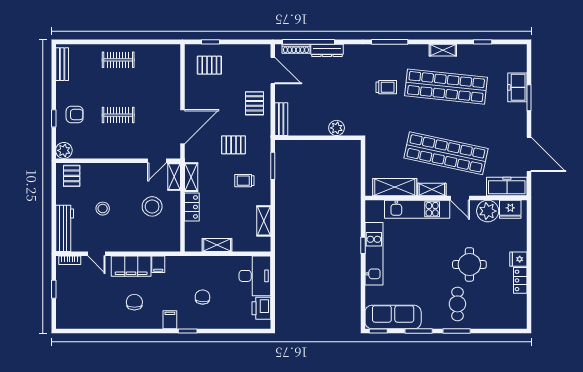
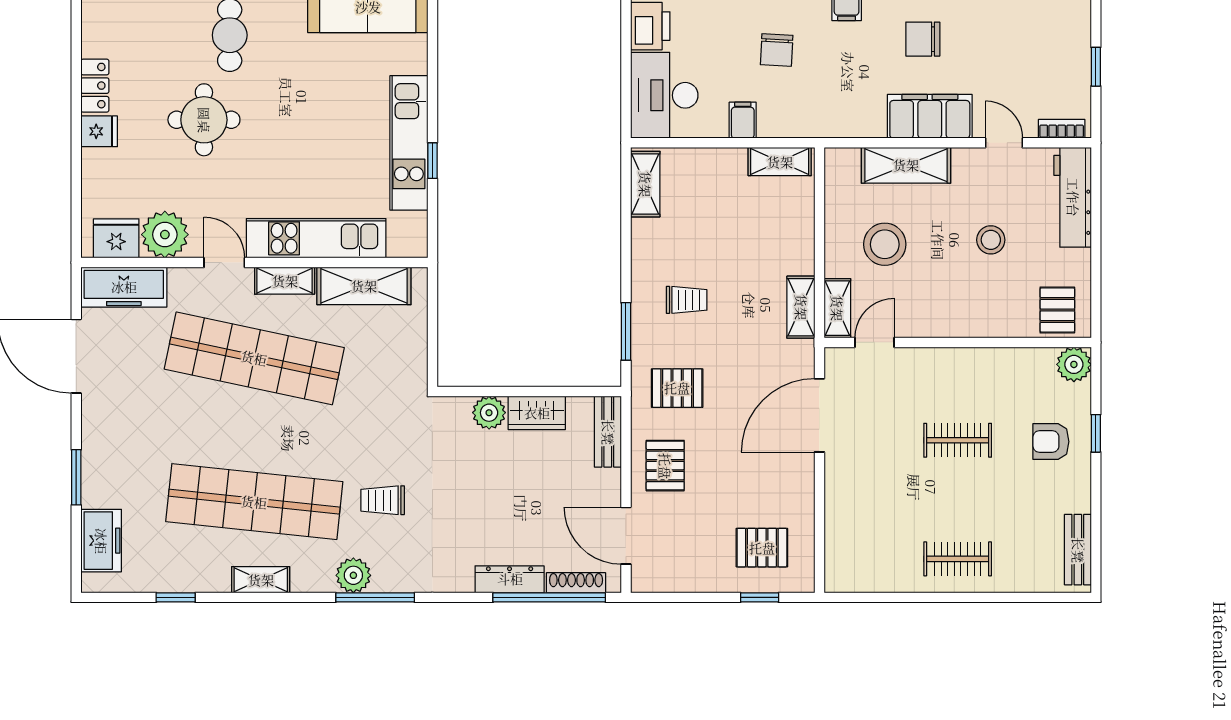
plant: (400, 52) -> (353, 575), added
freezer: (517, 87) -> (101, 541), moved
wardrobe: (314, 128) -> (537, 413), added
pallet: (234, 145) -> (677, 388), moved
locker: (192, 207) -> (799, 243), removed
shelving: (264, 221) -> (645, 184), moved
shelving: (142, 243) -> (906, 165), added
shelving: (217, 245) -> (780, 162), moved
filing cabinet: (158, 264) -> (743, 120), moved
chair: (134, 302) -> (923, 39), turned 90

